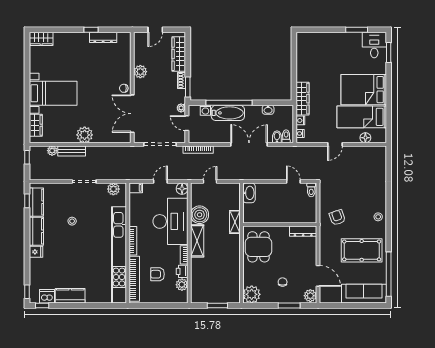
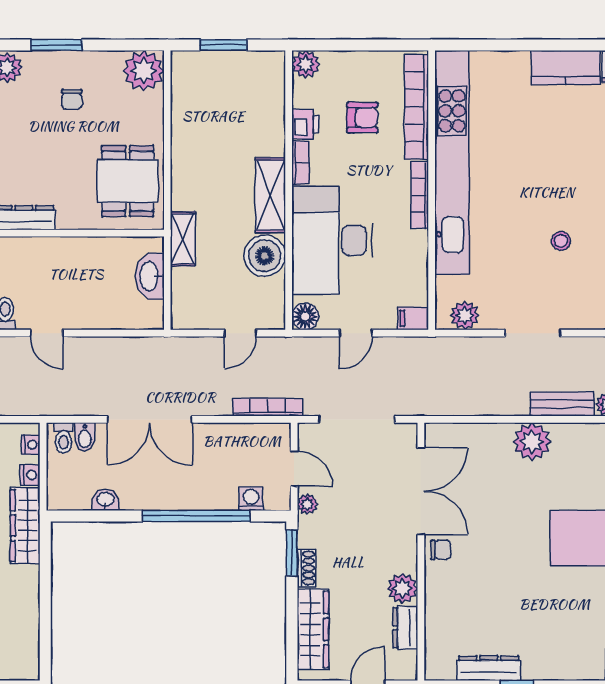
dresser: (139, 55) -> (405, 628), added
bathtub: (228, 113) -> (199, 492), removed
washbasin: (249, 193) -> (150, 276), moved
plant: (182, 285) -> (306, 64), moved

